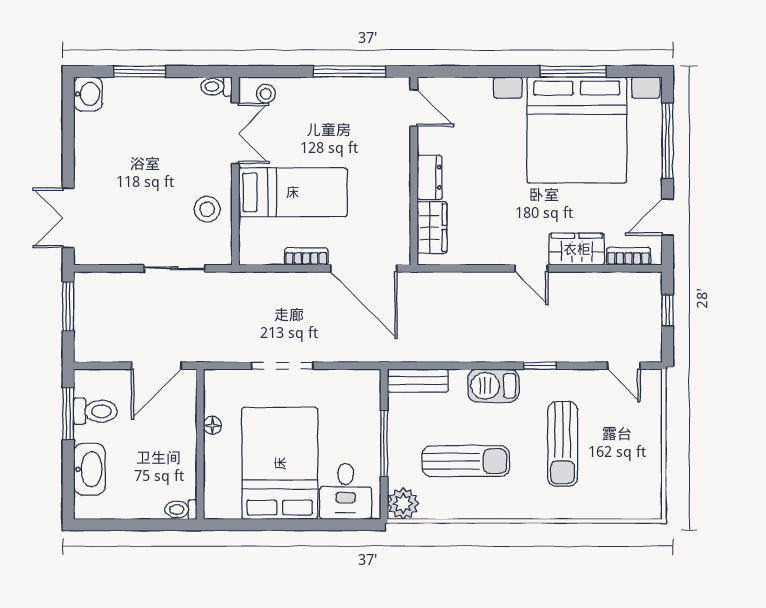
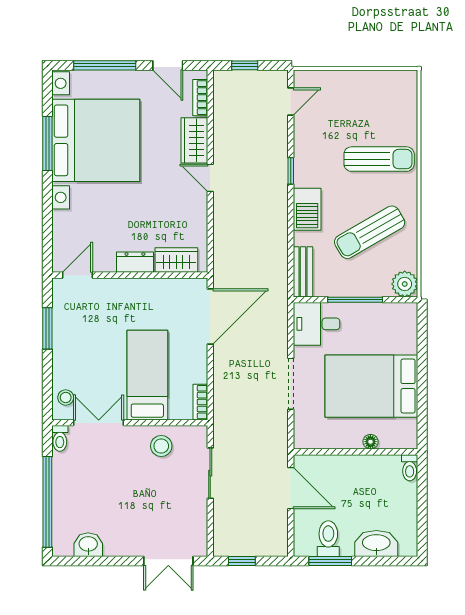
window: (140, 71) -> (47, 502), width x2.11
window: (349, 71) -> (47, 328), width x0.69
washbasin: (88, 94) -> (88, 545), moved
bookcase: (306, 256) -> (200, 402), moved
door: (531, 268) -> (210, 178), swing flipped
window: (68, 307) -> (242, 561), width x0.67
floor lamp: (212, 425) -> (370, 442), moved
sun lounger: (563, 444) -> (379, 159), moved
sun lounger: (466, 461) -> (370, 232), turned -120
desk: (346, 491) -> (317, 324), moved, turned 180

